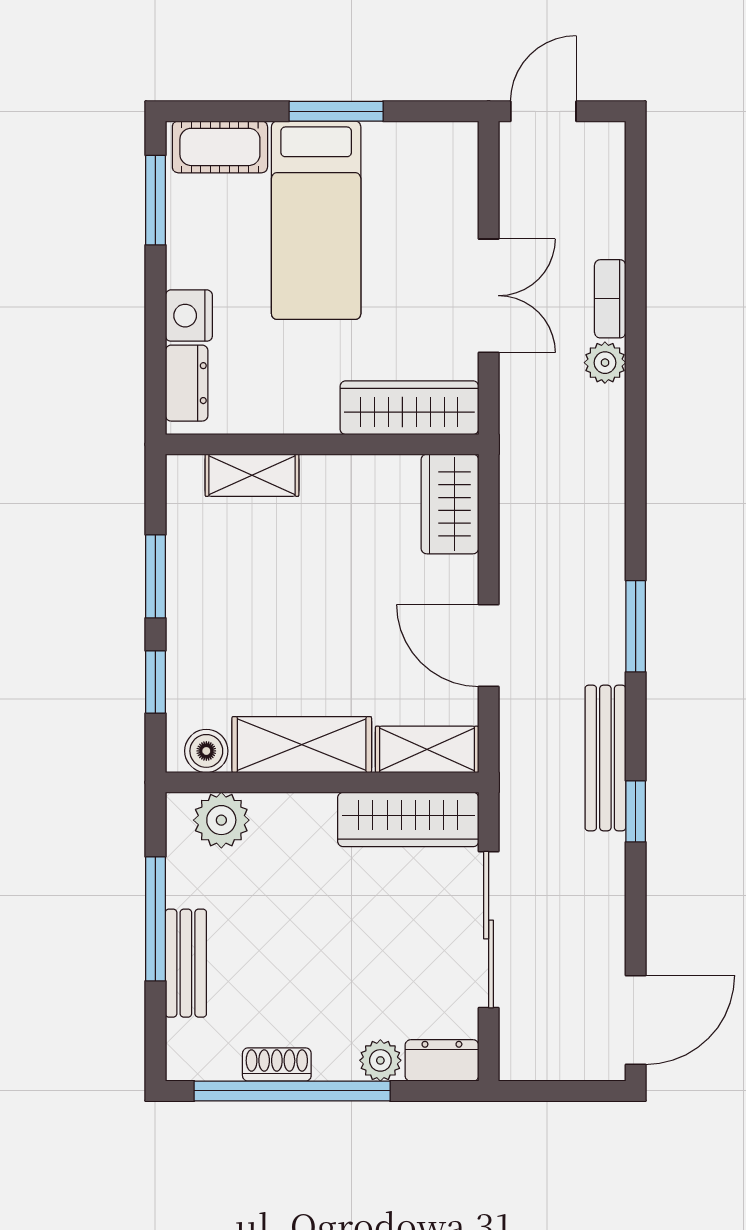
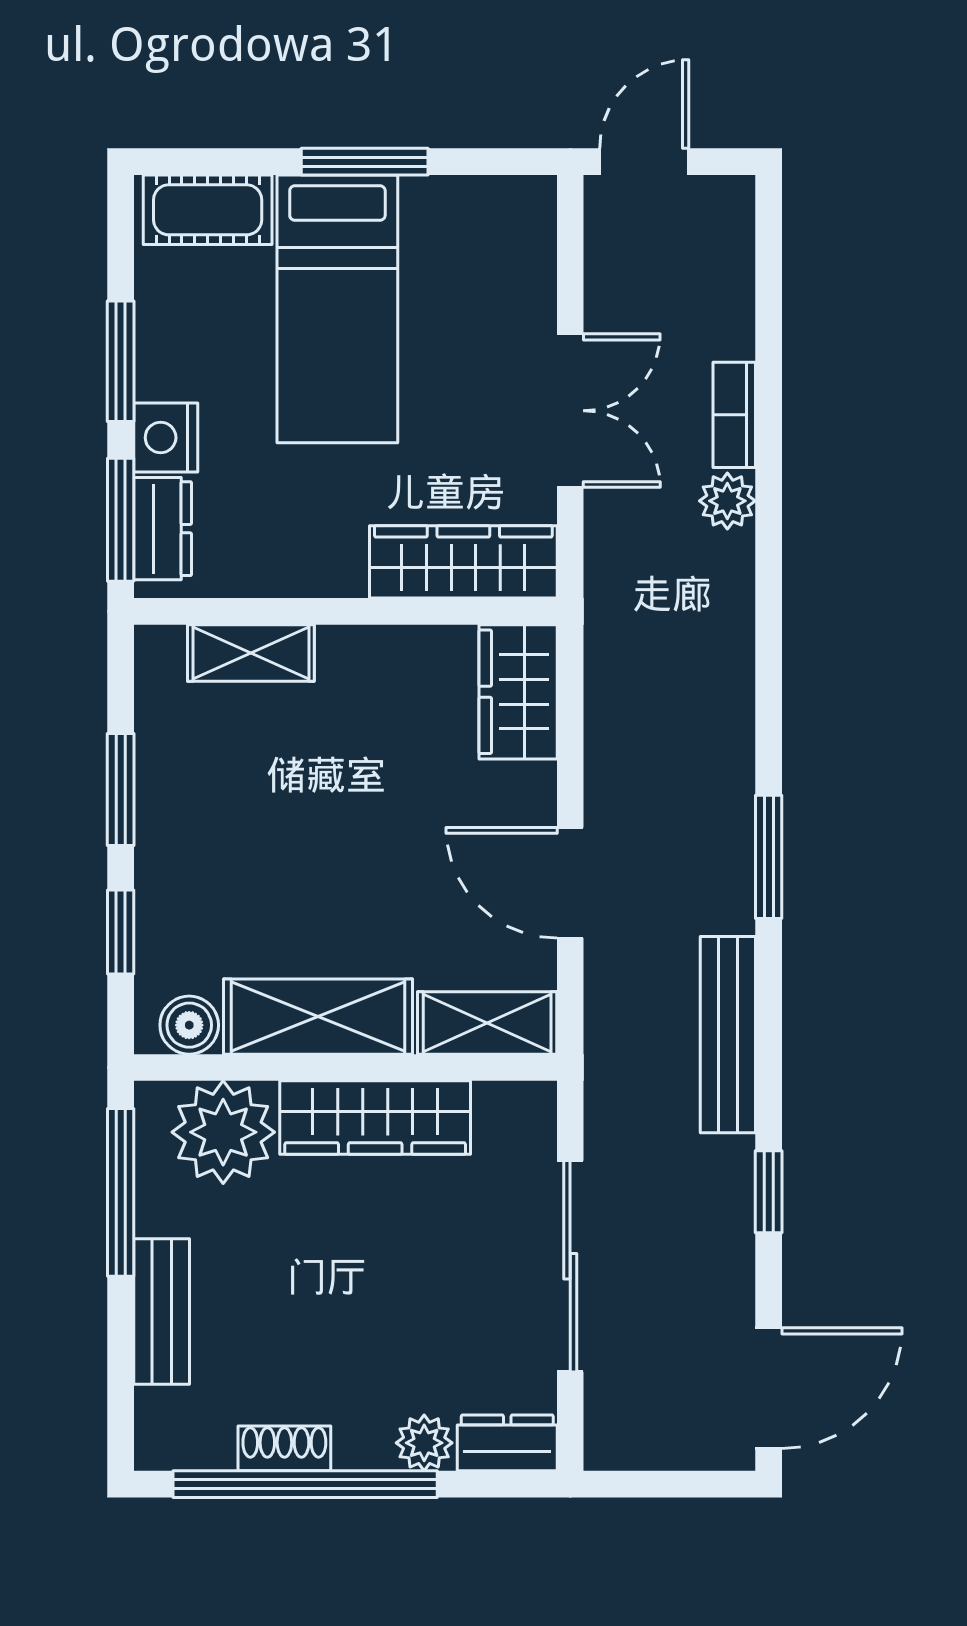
window: (155, 200) -> (121, 361), moved
window: (155, 376) -> (121, 520), added
window: (636, 811) -> (769, 1192), moved
wardrobe: (408, 819) -> (375, 1118), moved
plant: (221, 820) -> (223, 1132), width x1.36, depth x1.36
window: (155, 919) -> (121, 1192), moved

